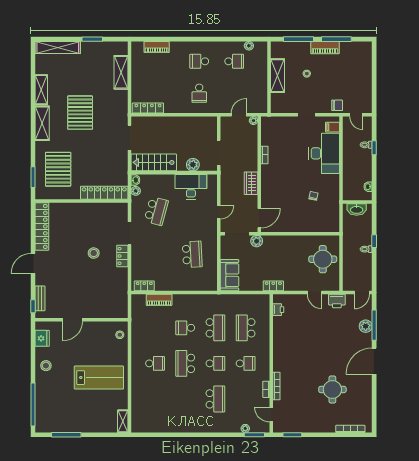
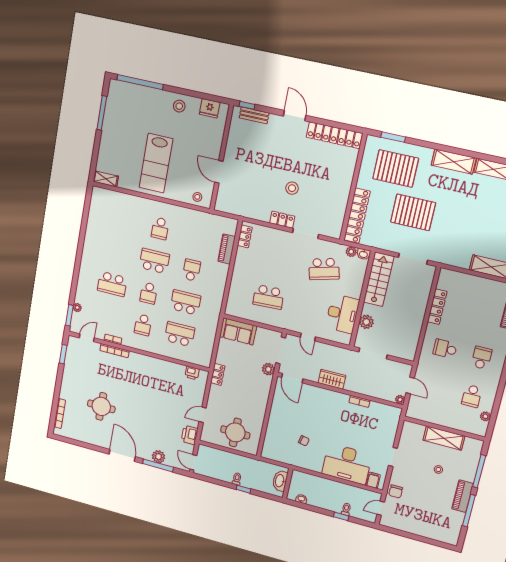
locker: (148, 108) -> (437, 307), moved
pallet: (80, 113) -> (413, 212), moved
school desk: (156, 211) -> (324, 269), turned -30
door: (73, 320) -> (219, 172), moved
school desk: (215, 328) -> (186, 302), turned 180

